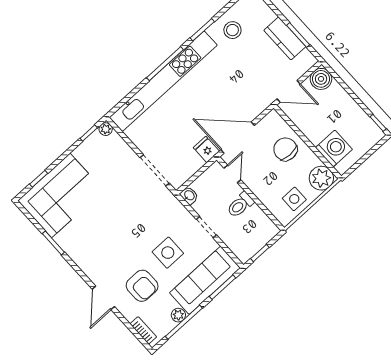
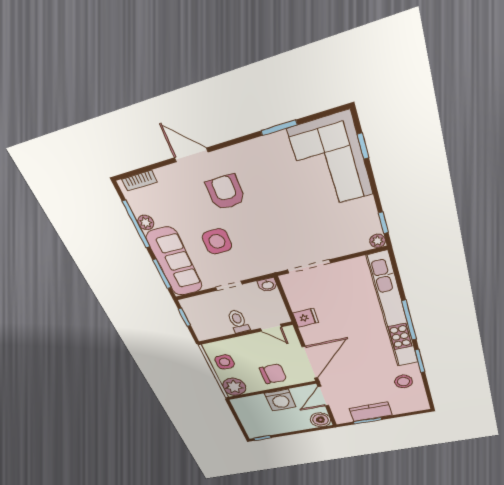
door: (238, 138) -> (310, 362), moved
washing machine: (334, 149) -> (280, 400), moved
armchair: (142, 286) -> (225, 192), moved, turned 90

